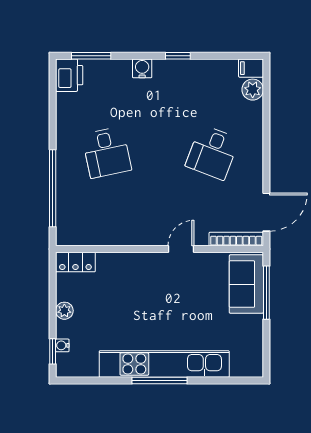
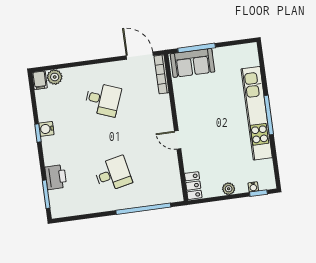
water cooler: (142, 68) -> (46, 129), moved
printer: (69, 75) -> (56, 177), moved, turned 90
door: (181, 249) -> (178, 140), moved

